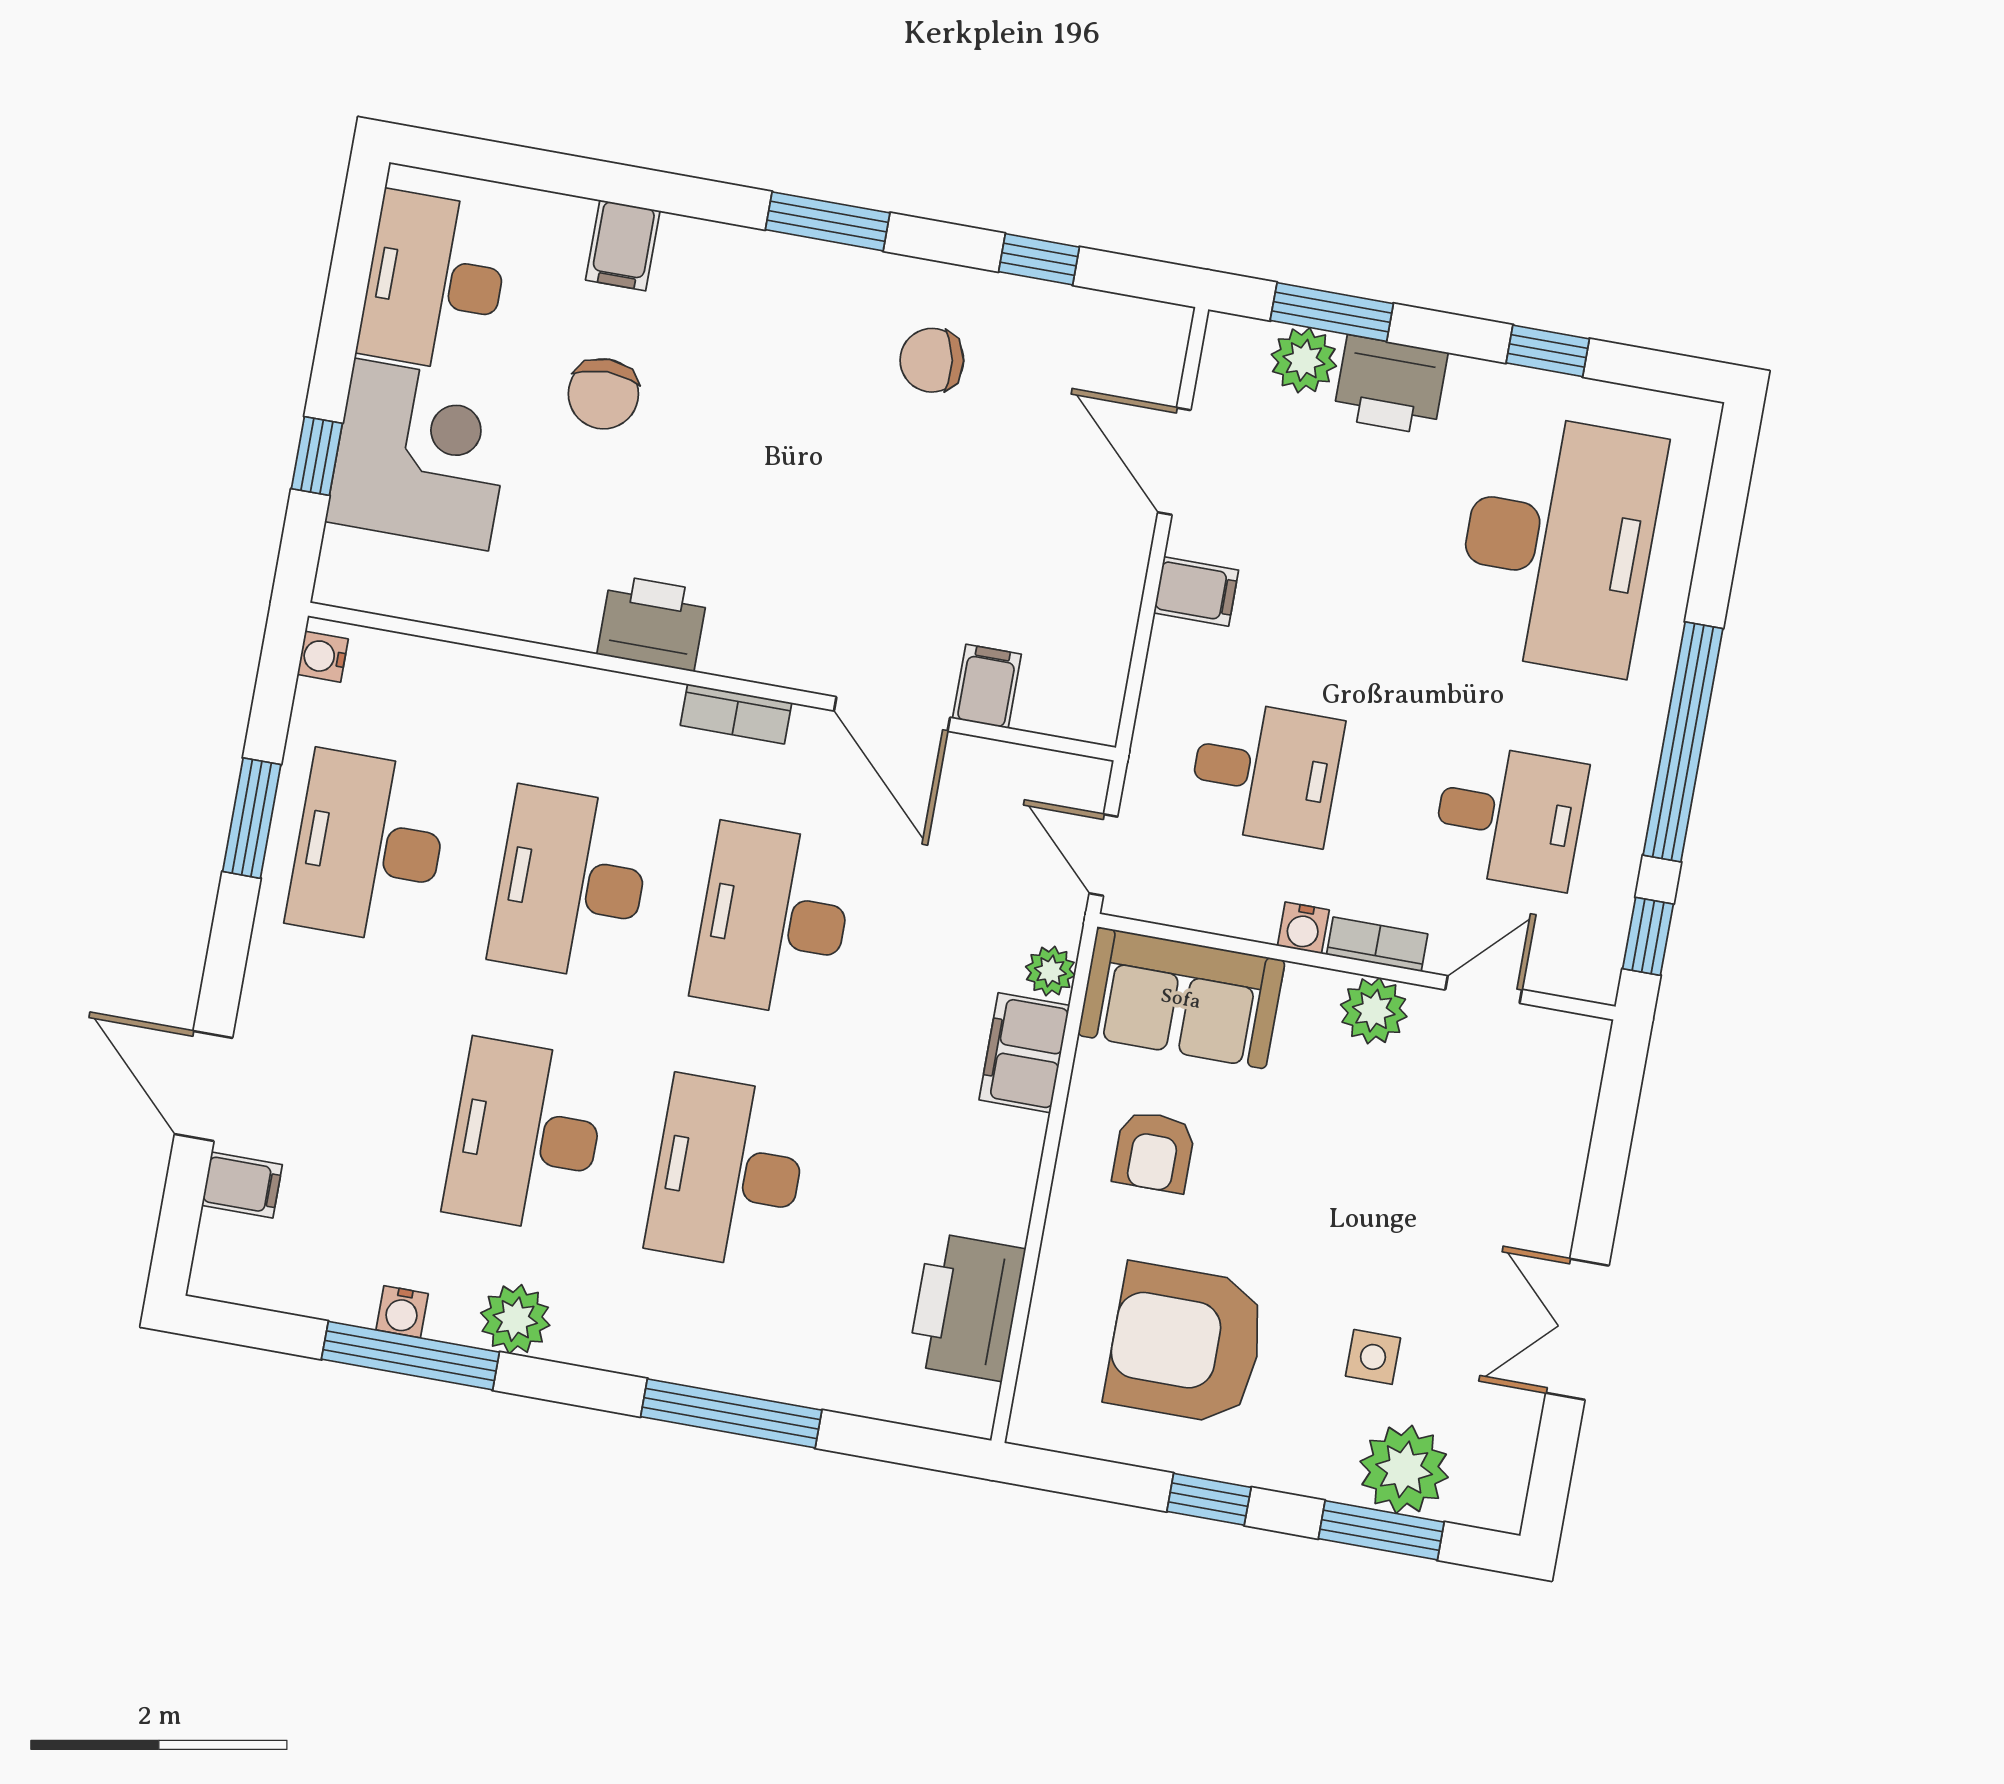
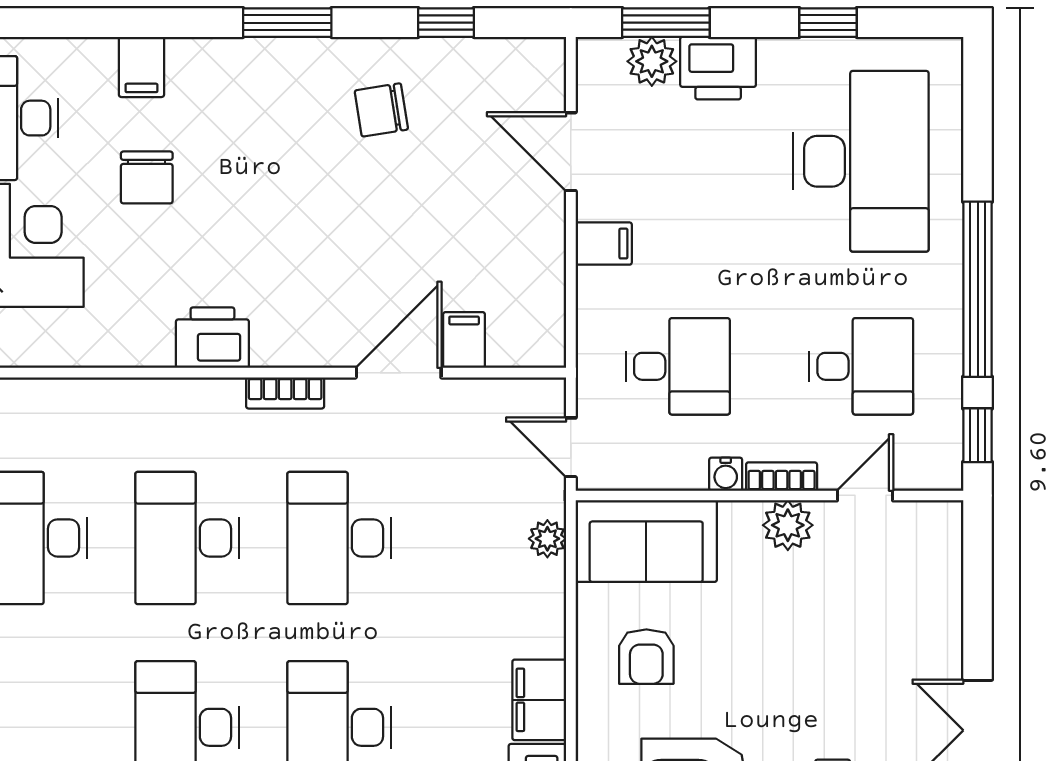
door: (892, 714) -> (399, 373), swing flipped
filing cabinet: (1024, 1053) -> (539, 700), moved

